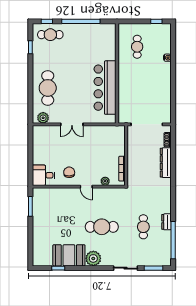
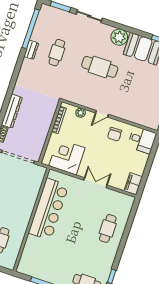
cafe table: (48, 88) -> (108, 228), width x0.73, depth x0.74
plant: (43, 118) -> (123, 199), removed
filing cabinet: (38, 134) -> (133, 184), added
corner desk: (104, 139) -> (67, 157), added
door: (86, 187) -> (102, 114), swing flipped

